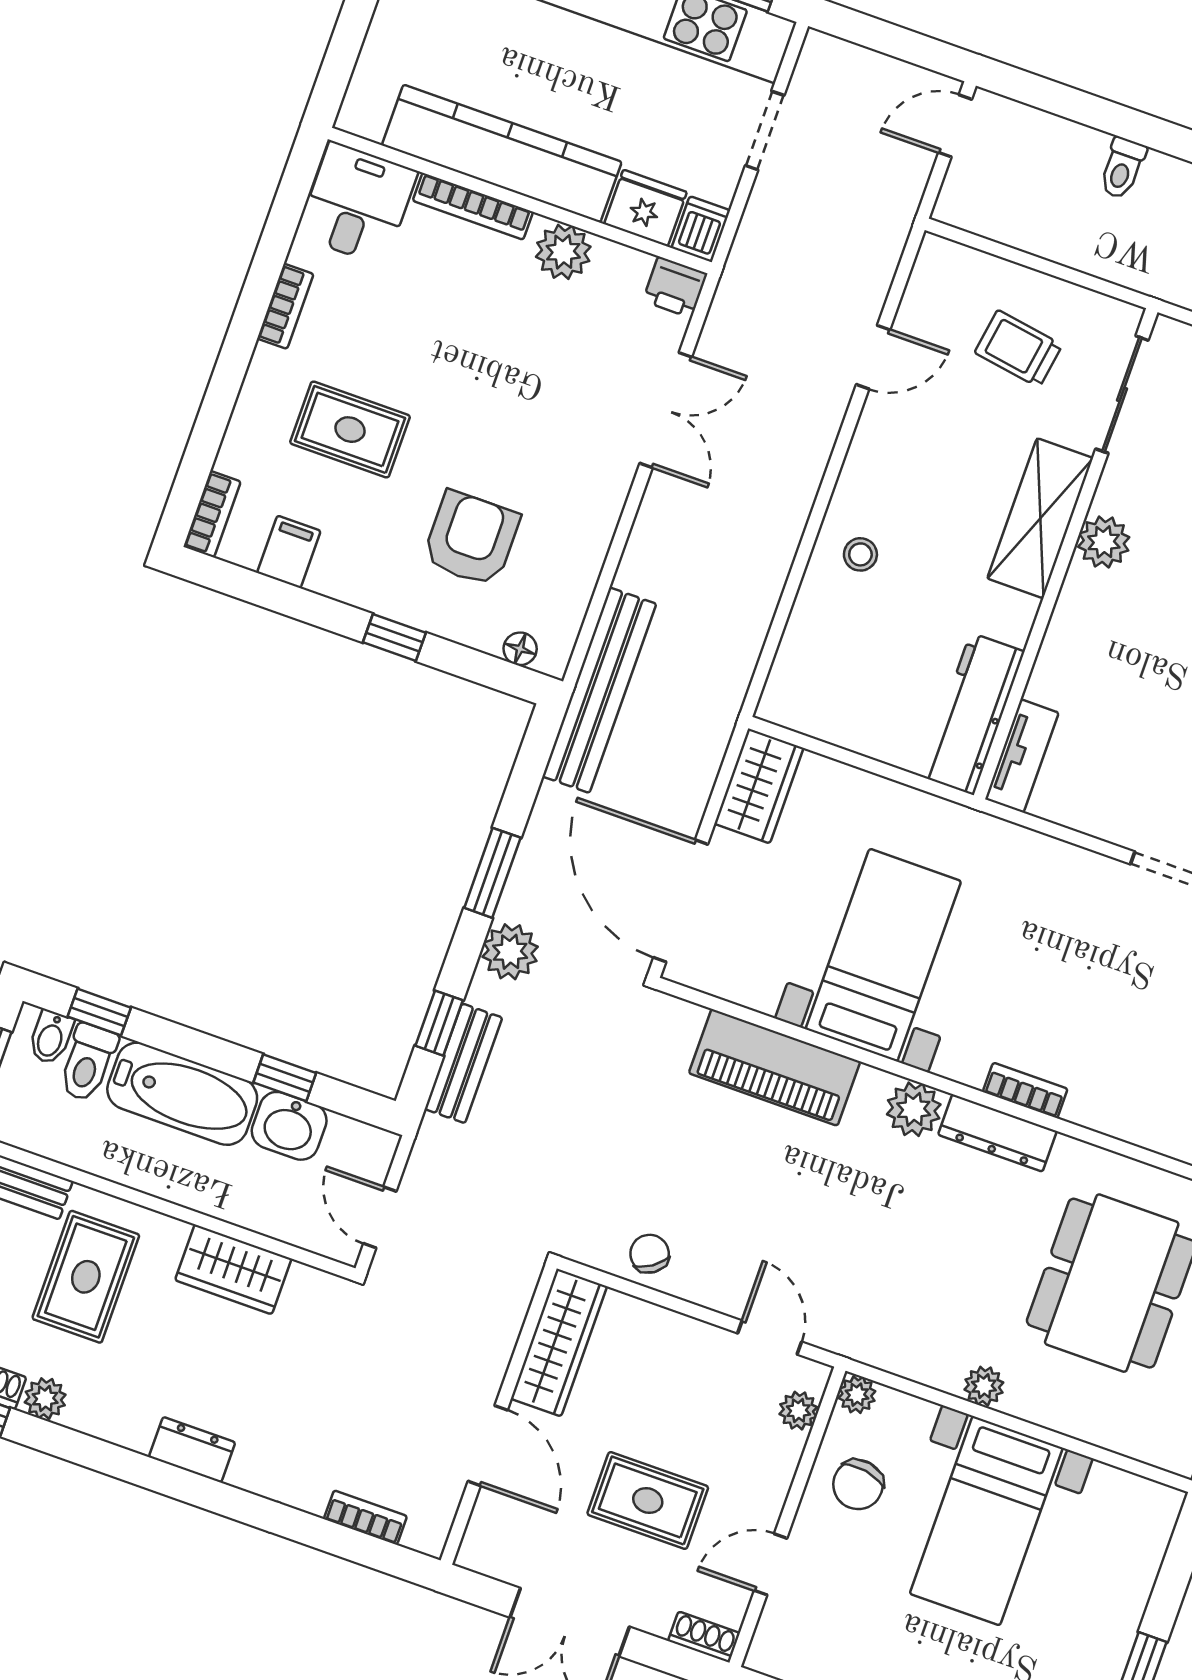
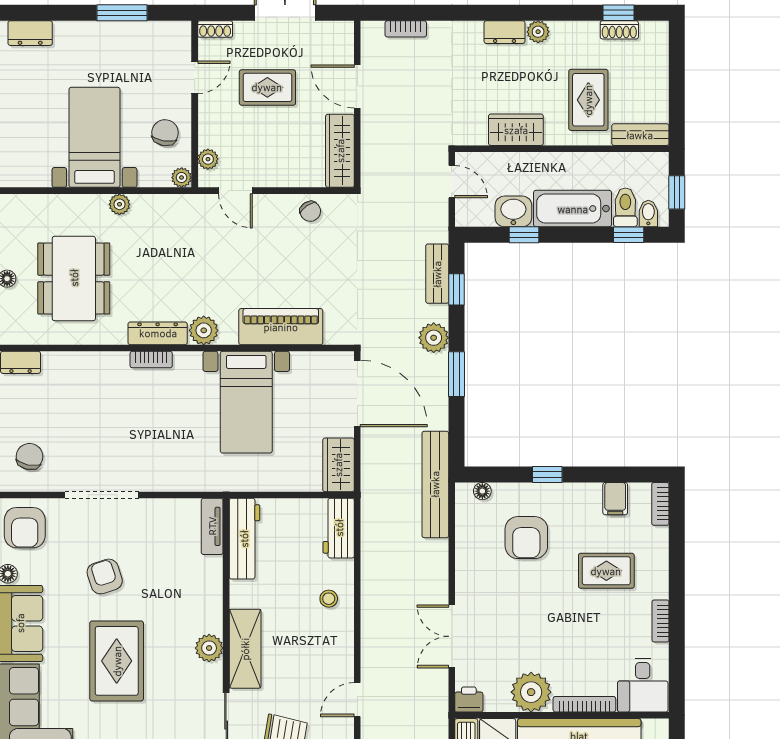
plant: (563, 252) -> (531, 692), width x1.36, depth x1.36
workbench: (798, 673) -> (339, 528), added
plant: (45, 1399) -> (538, 32), moved

